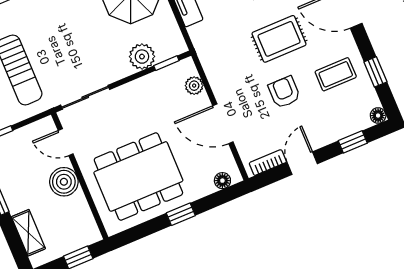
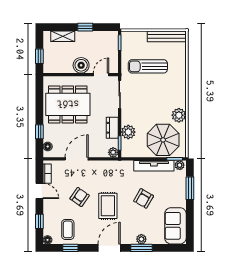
coffee table: (336, 74) -> (68, 229), moved
dresser: (146, 86) -> (112, 128), added
plant: (194, 86) -> (113, 152), moved
armchair: (284, 92) -> (80, 197), turned -55
dining table: (138, 176) -> (68, 104), turned 90
window: (181, 214) -> (39, 132), moved

